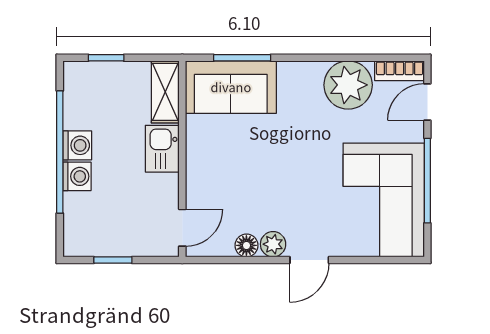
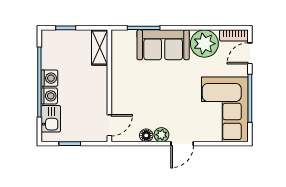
sofa: (231, 87) -> (163, 45), moved
kitchen sink: (162, 149) -> (51, 119), moved, turned 180

